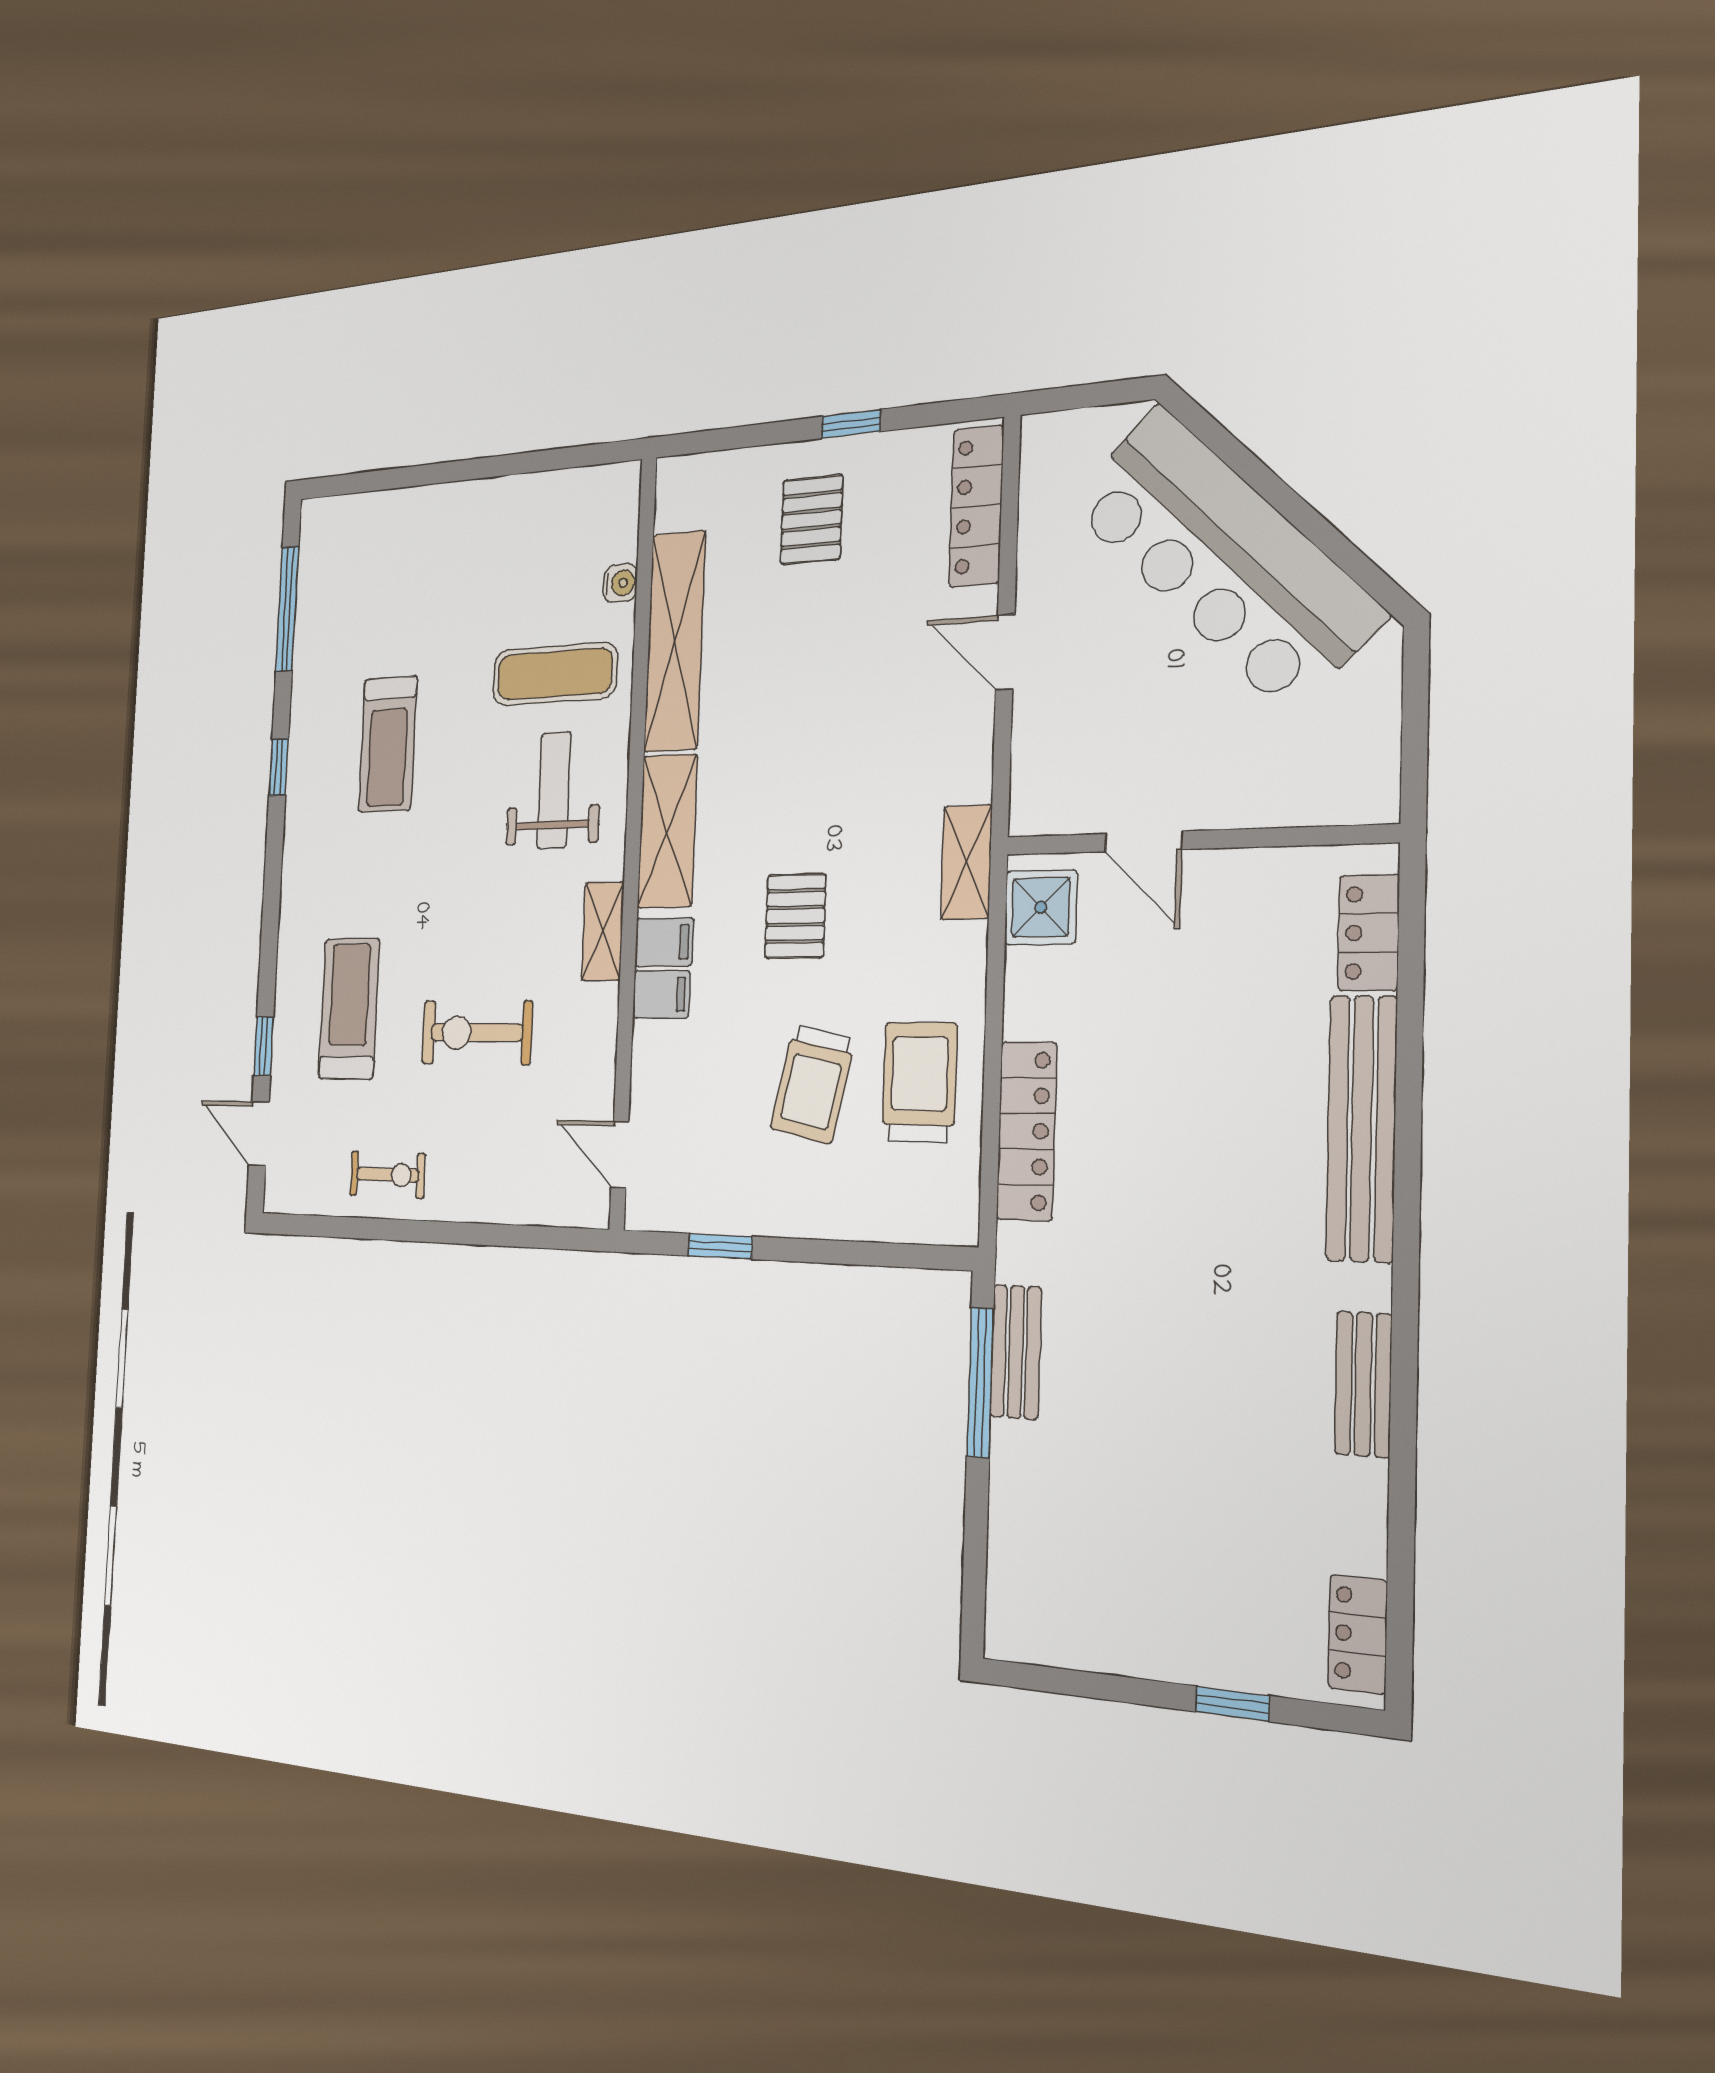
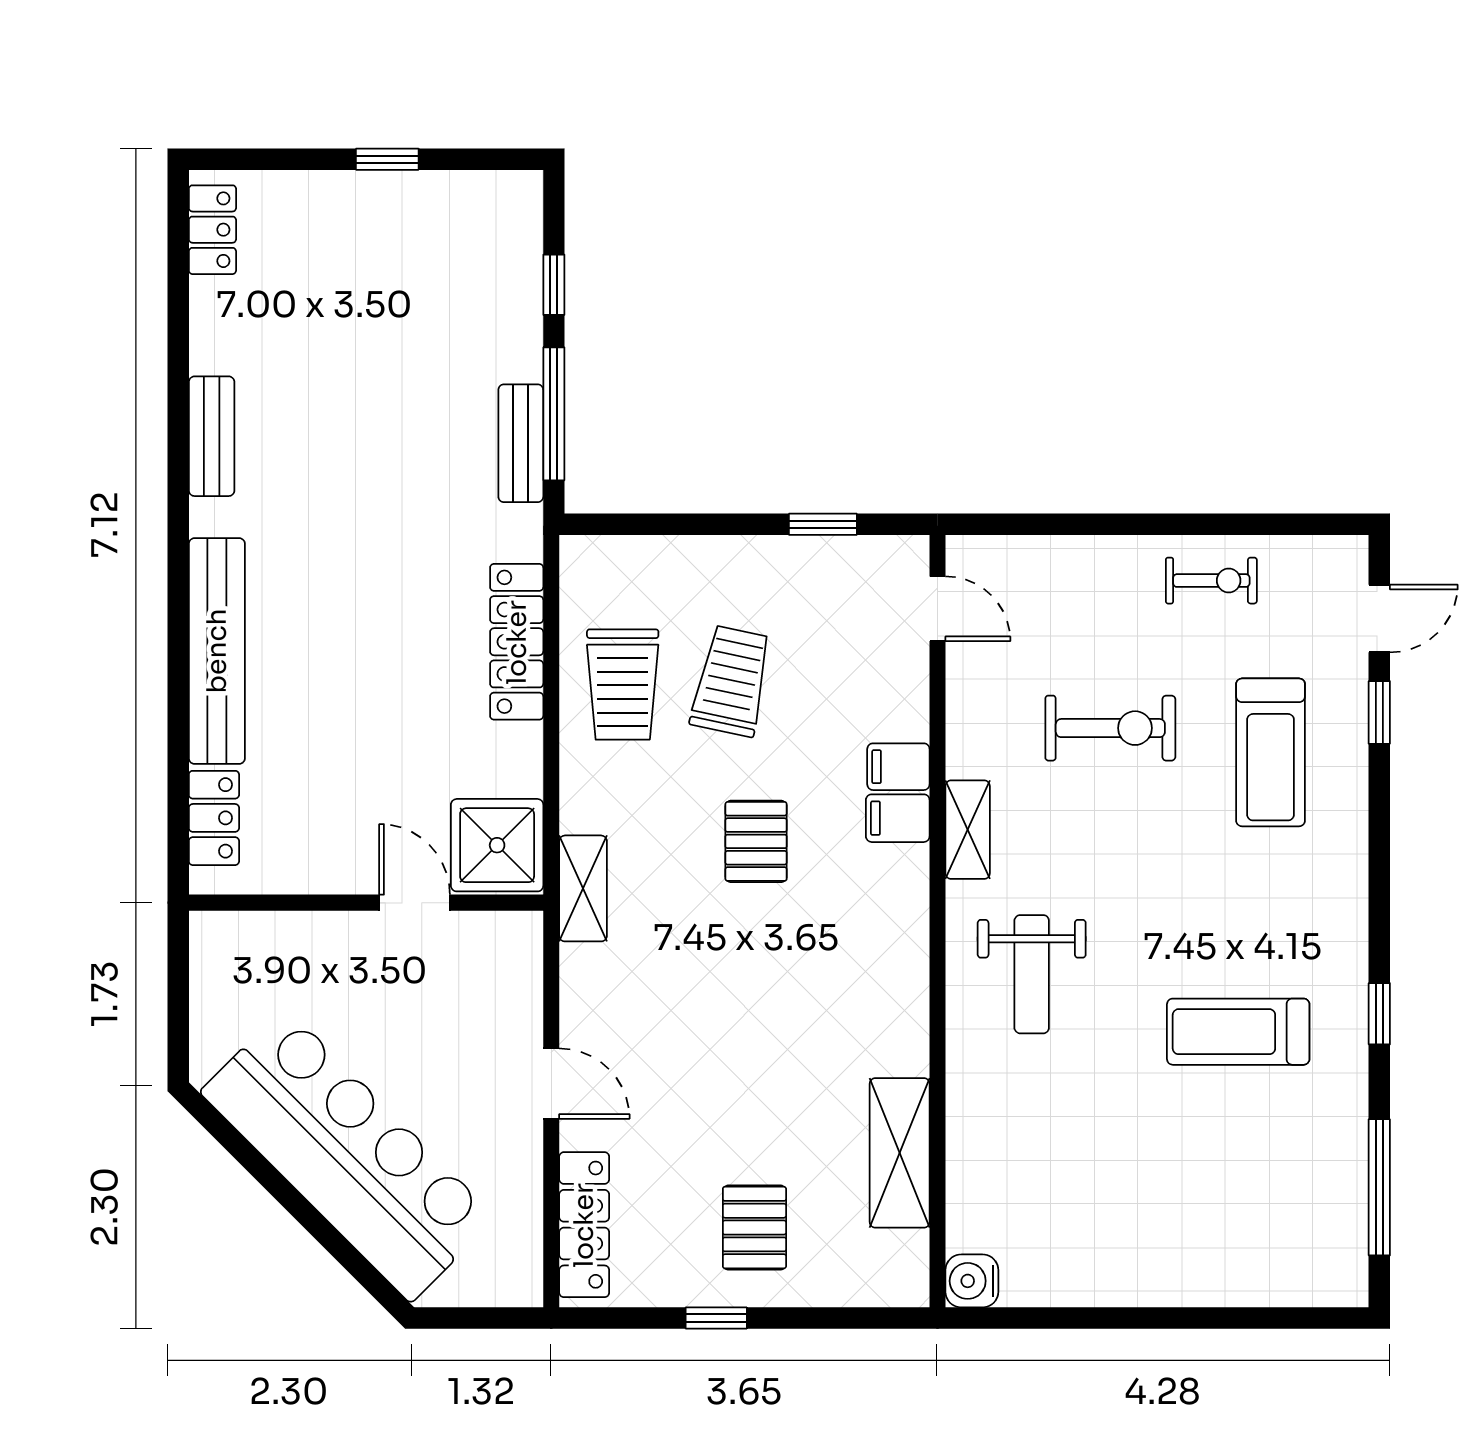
water cooler: (620, 583) -> (972, 1281), moved, width x1.38, depth x1.38
shelving: (675, 641) -> (900, 1153), width x0.68
exercise mat: (555, 674) -> (1037, 1094), removed
treadmill: (388, 744) -> (1238, 1032), turned -90
shelving: (667, 831) -> (899, 928), removed
shower: (1041, 907) -> (497, 845), width x1.36, depth x1.36
door: (259, 1134) -> (1379, 619), hinge flipped
exercise bike: (387, 1175) -> (1211, 581), turned 180
window: (976, 1527) -> (554, 285), added
window: (1233, 1704) -> (387, 159), moved

